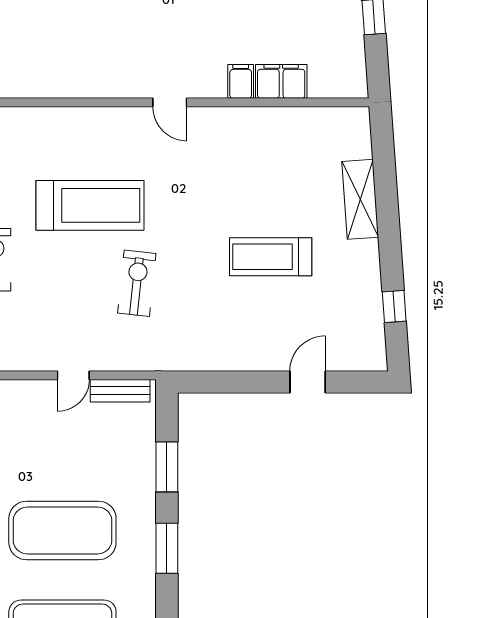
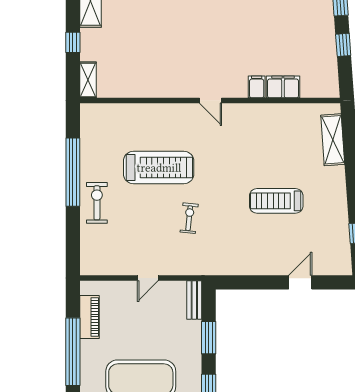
shelving: (360, 199) -> (333, 140), moved
exercise bike: (137, 283) -> (189, 218), width x0.73, depth x0.72
bench: (120, 391) -> (194, 300), moved, turned 90

